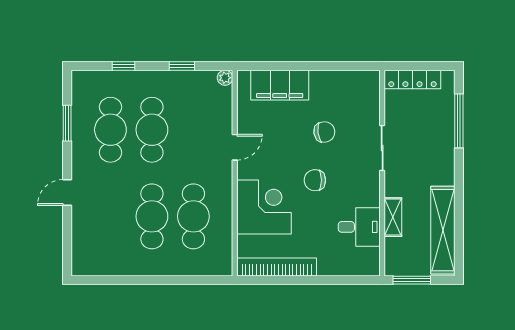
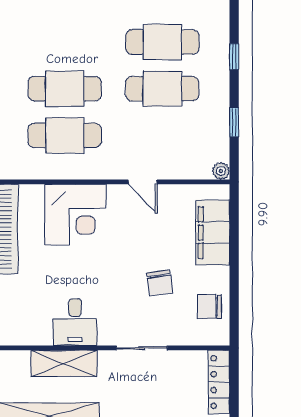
chair: (315, 180) -> (209, 307), moved, turned -90
shelving: (393, 217) -> (64, 363), width x1.50, depth x1.33
desk: (359, 227) -> (75, 322), moved

